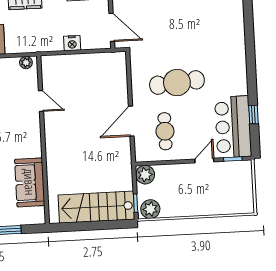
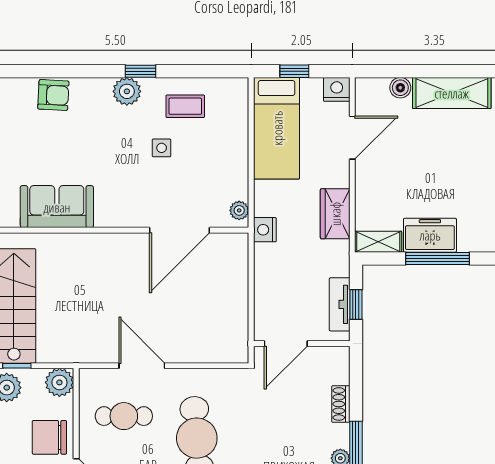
nightstand: (72, 43) -> (265, 230), moved
door: (41, 101) -> (180, 230), width x1.87
chair: (182, 179) -> (49, 437), added

